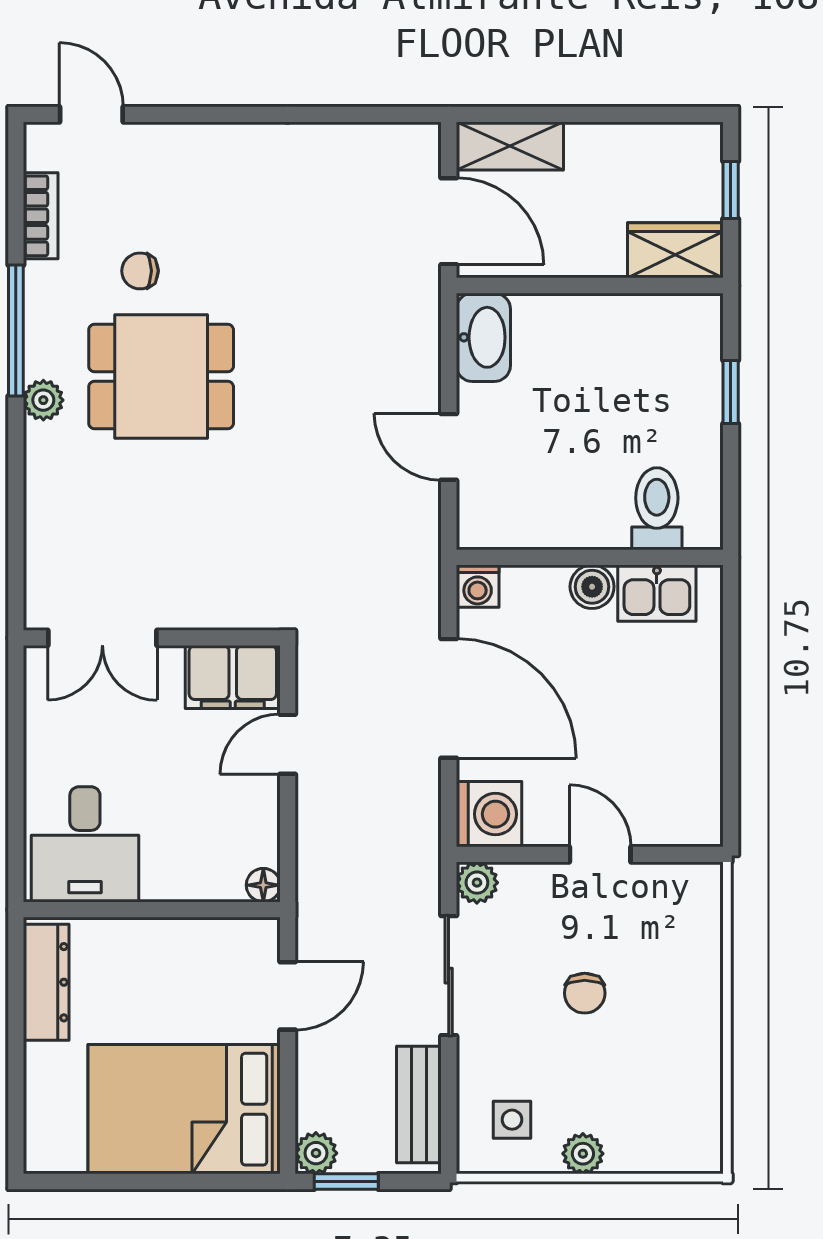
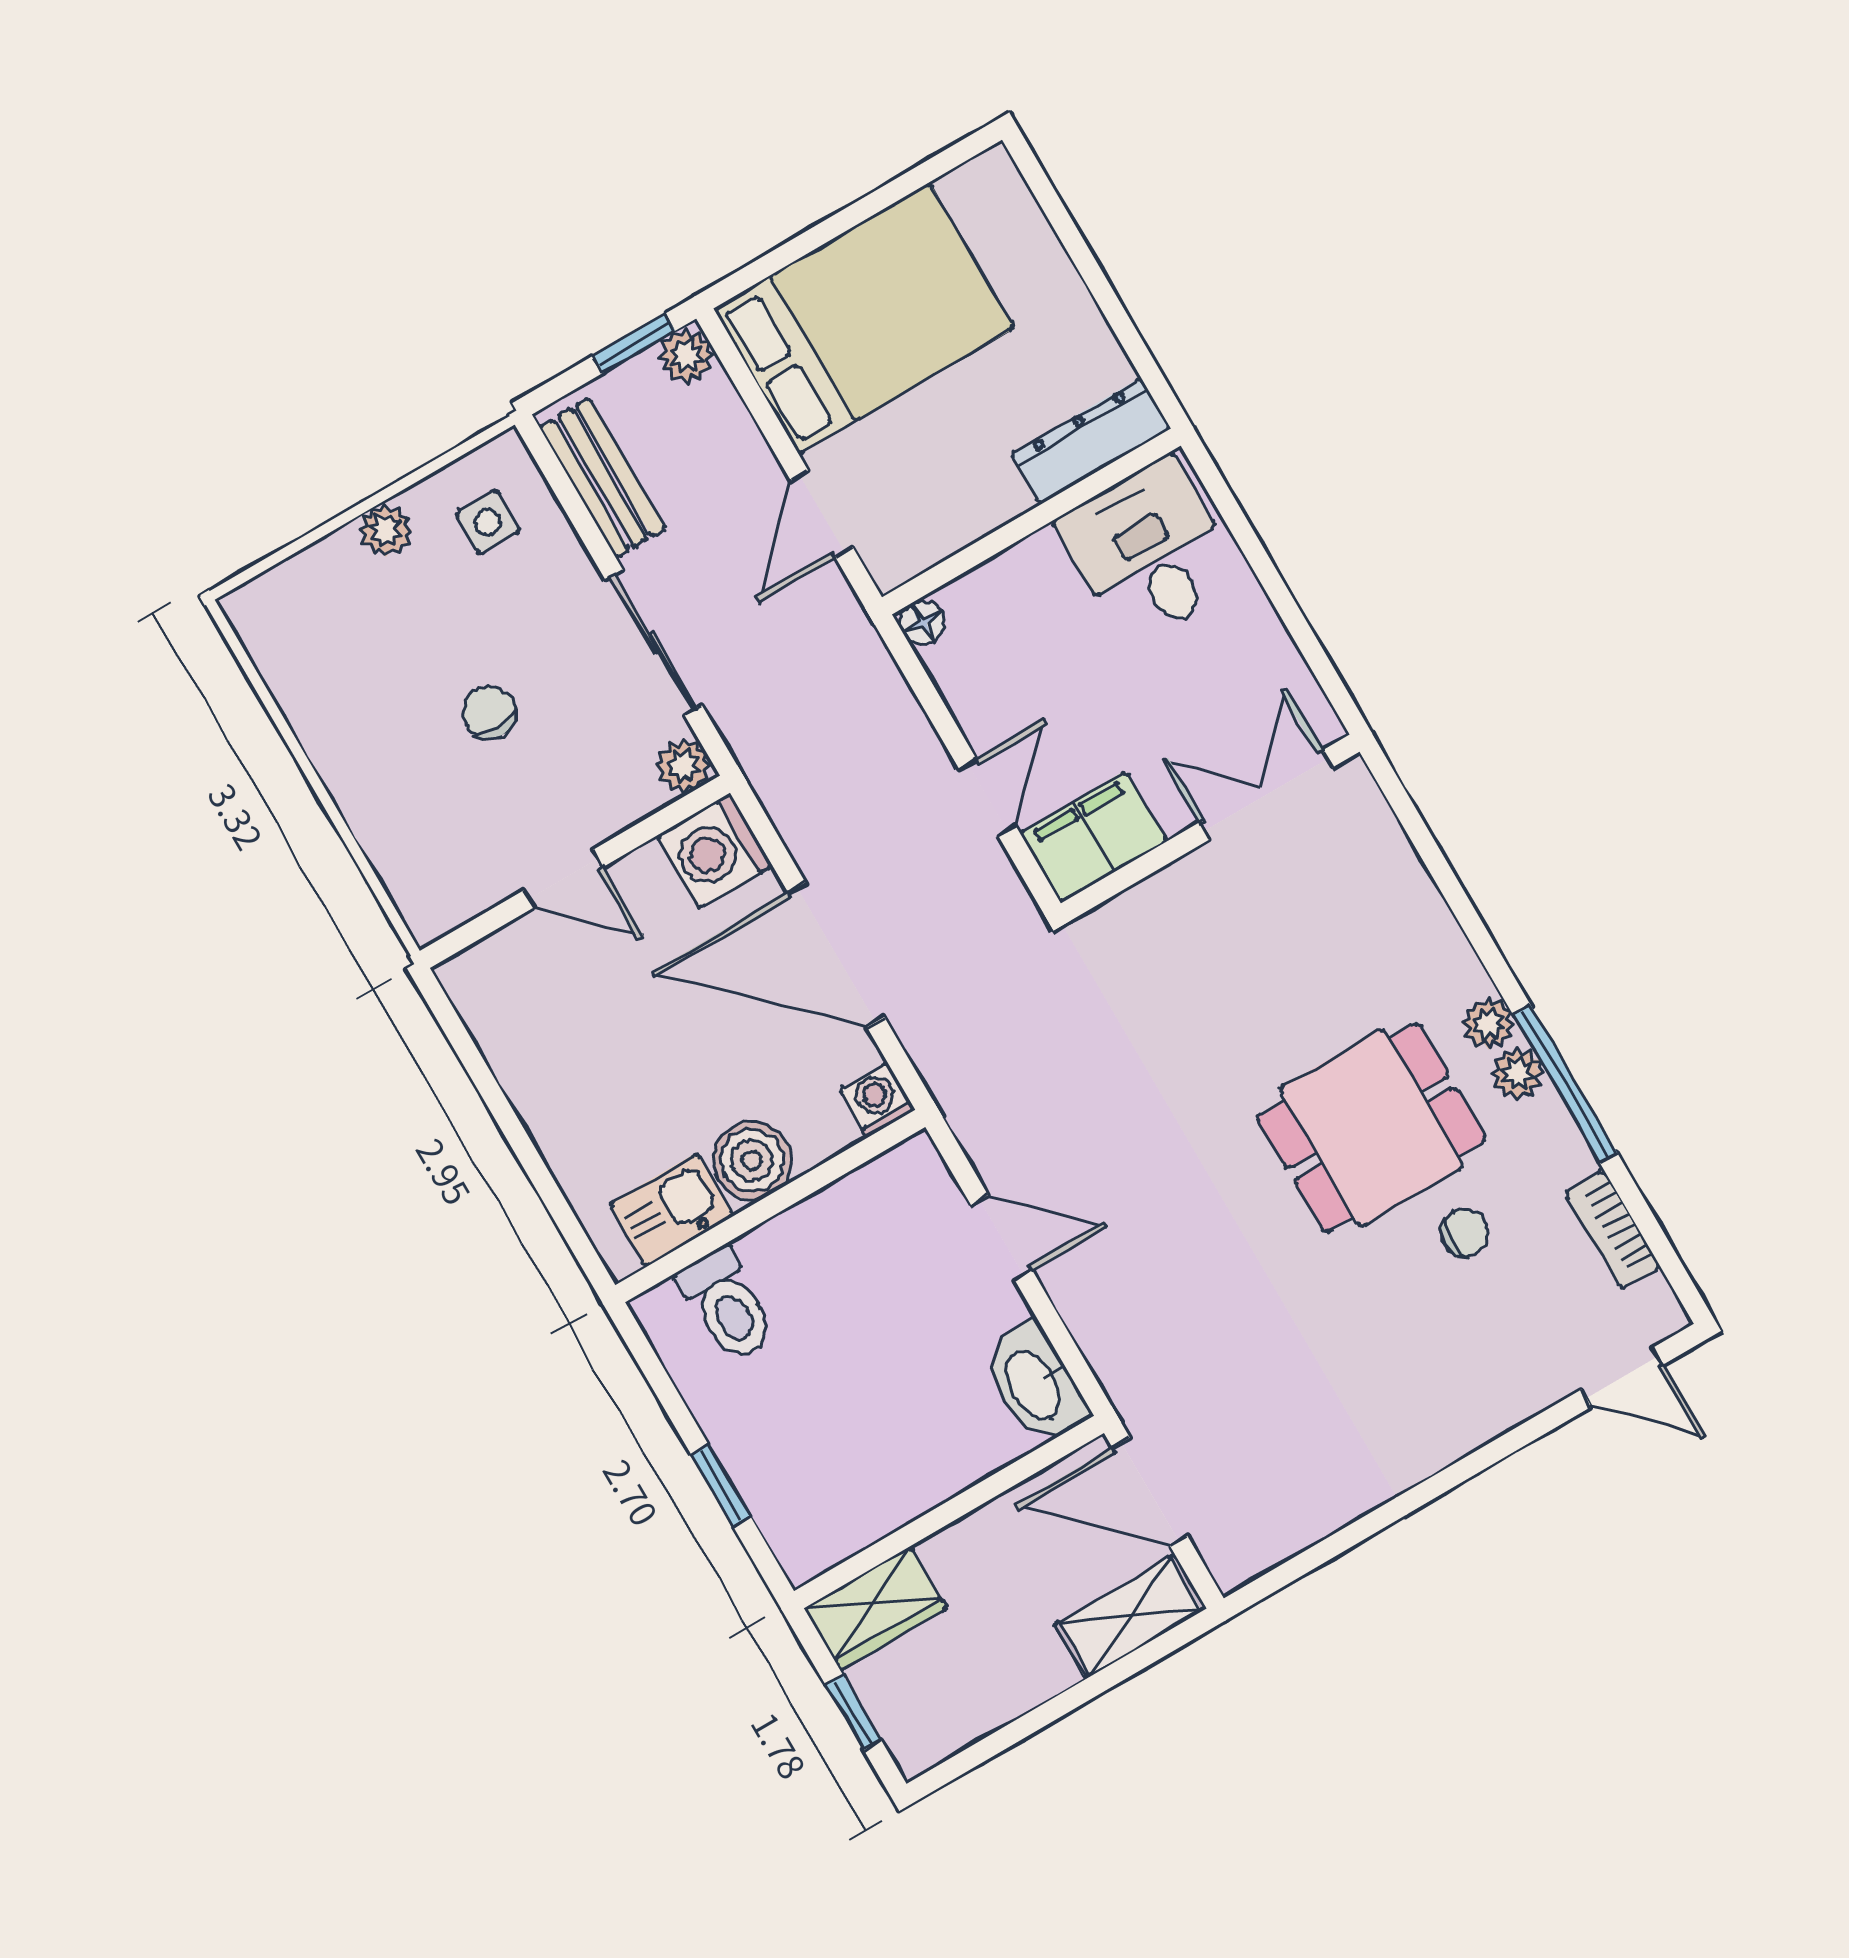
plant: (43, 356) -> (1517, 1073), added
boiler: (592, 587) -> (752, 1160), width x1.36, depth x1.36
dresser: (46, 982) -> (1091, 441), moved, turned 90

